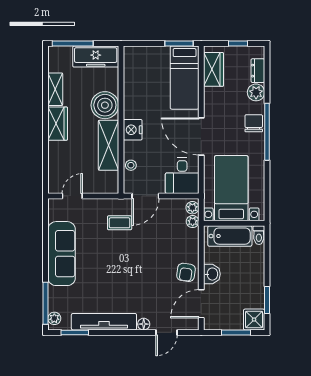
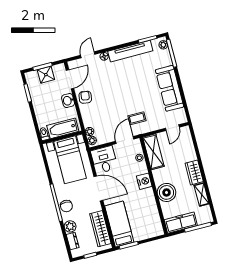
wardrobe: (213, 69) -> (100, 229), width x1.50
shelving: (109, 145) -> (153, 152), moved
shower: (254, 320) -> (46, 75), moved

